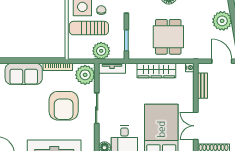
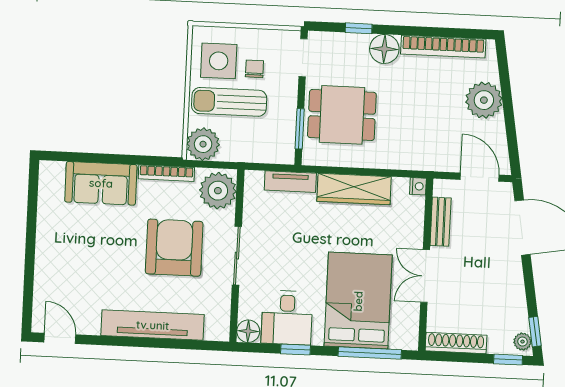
dining table: (168, 37) -> (342, 115), moved, turned 90
plant: (101, 51) -> (203, 144), moved
tv unit: (112, 68) -> (290, 182), moved
armchair: (64, 106) -> (174, 248), turned 180
double door: (196, 126) -> (425, 276), moved

